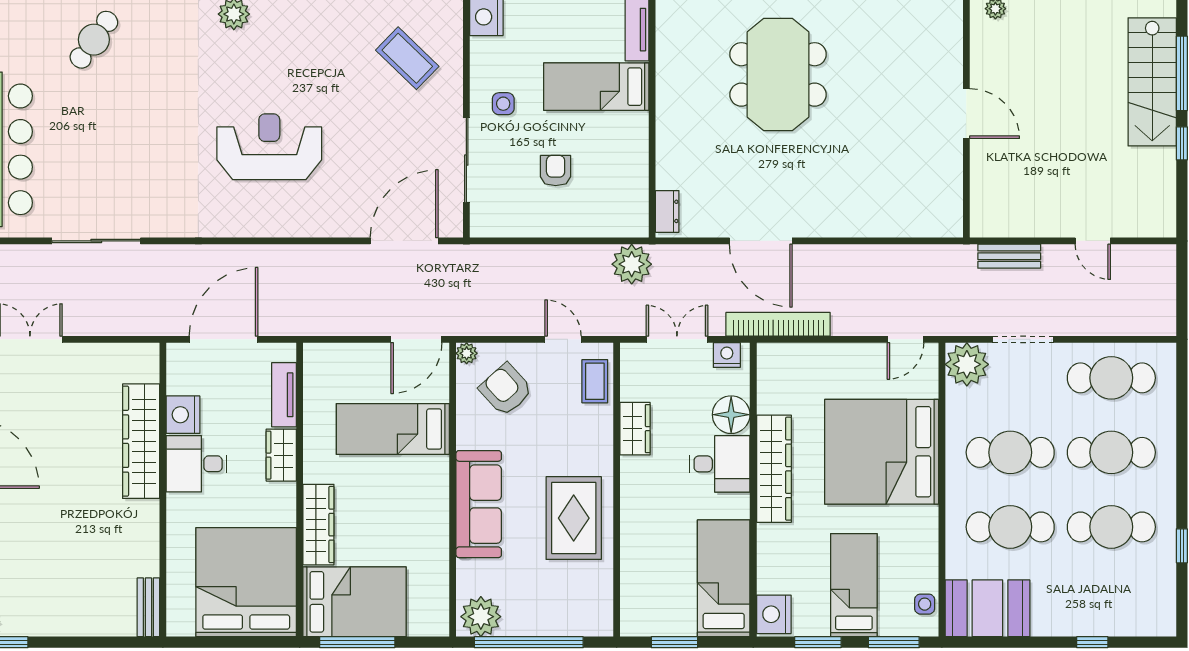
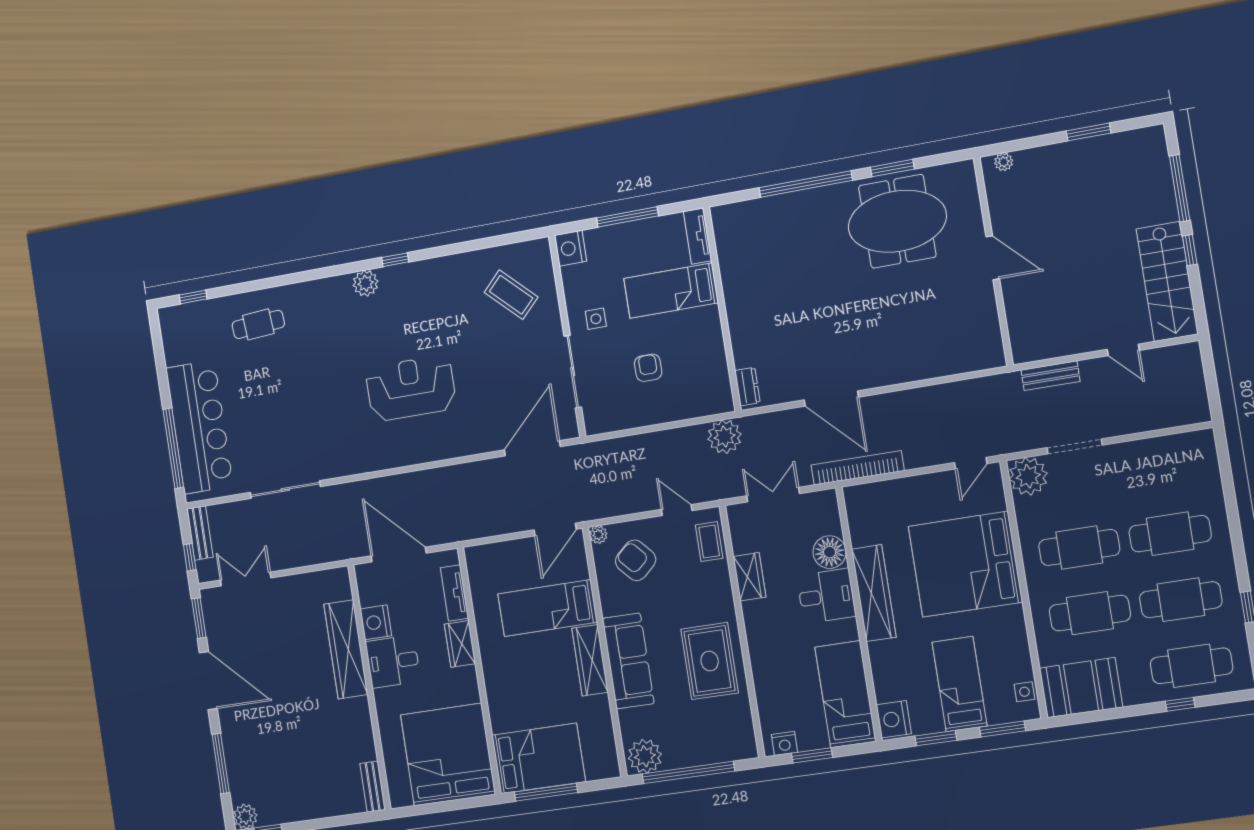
cafe table: (94, 40) -> (258, 324), turned 50
meeting table: (778, 74) -> (897, 221), moved, turned 90
stairs: (1152, 82) -> (1167, 281), moved
door: (224, 339) -> (399, 555), hinge flipped
nightstand: (727, 355) -> (785, 743), moved, turned 180
cafe table: (1111, 378) -> (1192, 666), moved
wardrobe: (318, 525) -> (590, 660), moved, turned 180

